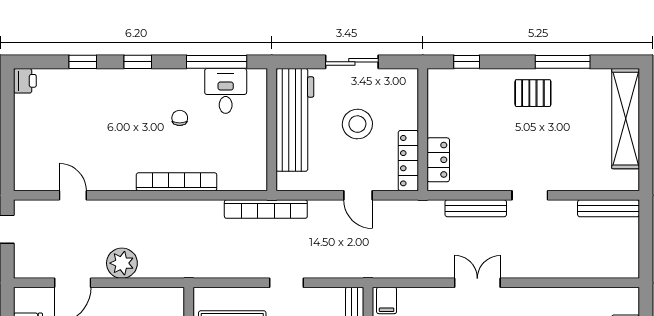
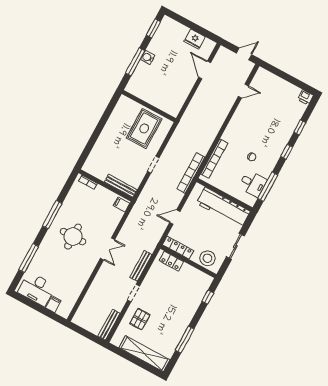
pallet: (533, 93) -> (140, 319), moved
stool: (357, 124) -> (207, 258), moved
bookcase: (177, 182) -> (214, 159), moved
plant: (122, 263) -> (202, 96), removed

